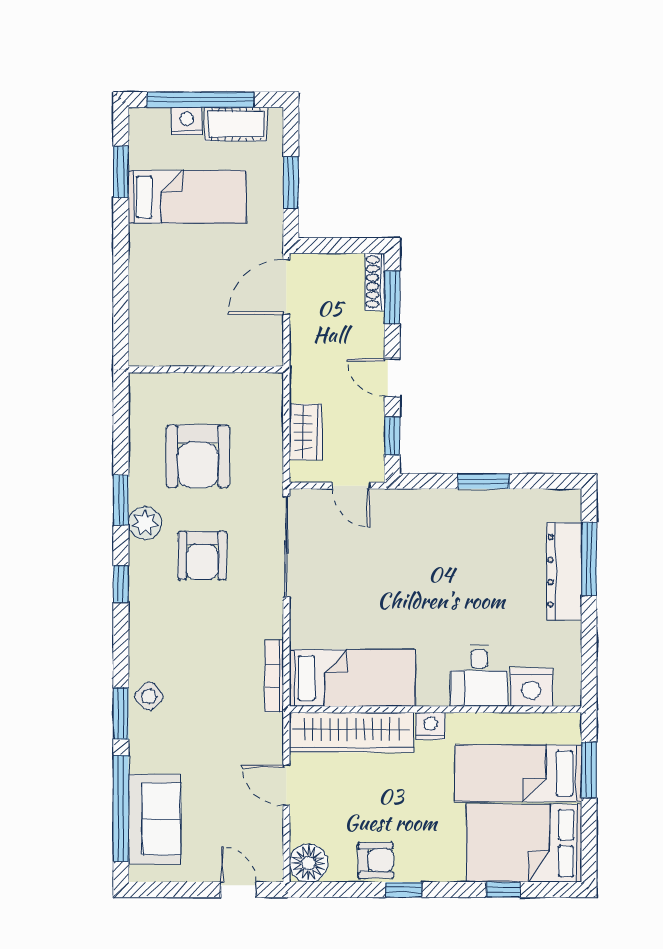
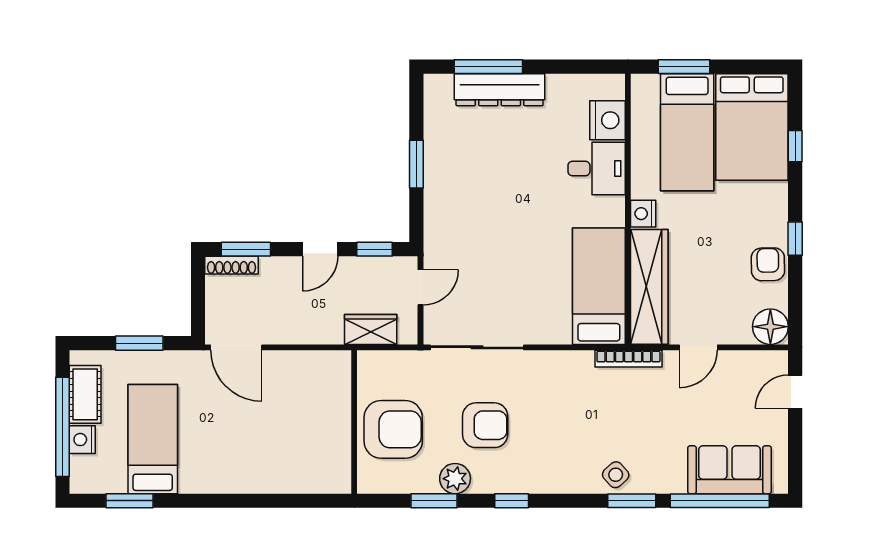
wall: (206, 369) -> (354, 422), moved
bookcase: (274, 676) -> (629, 359), moved

